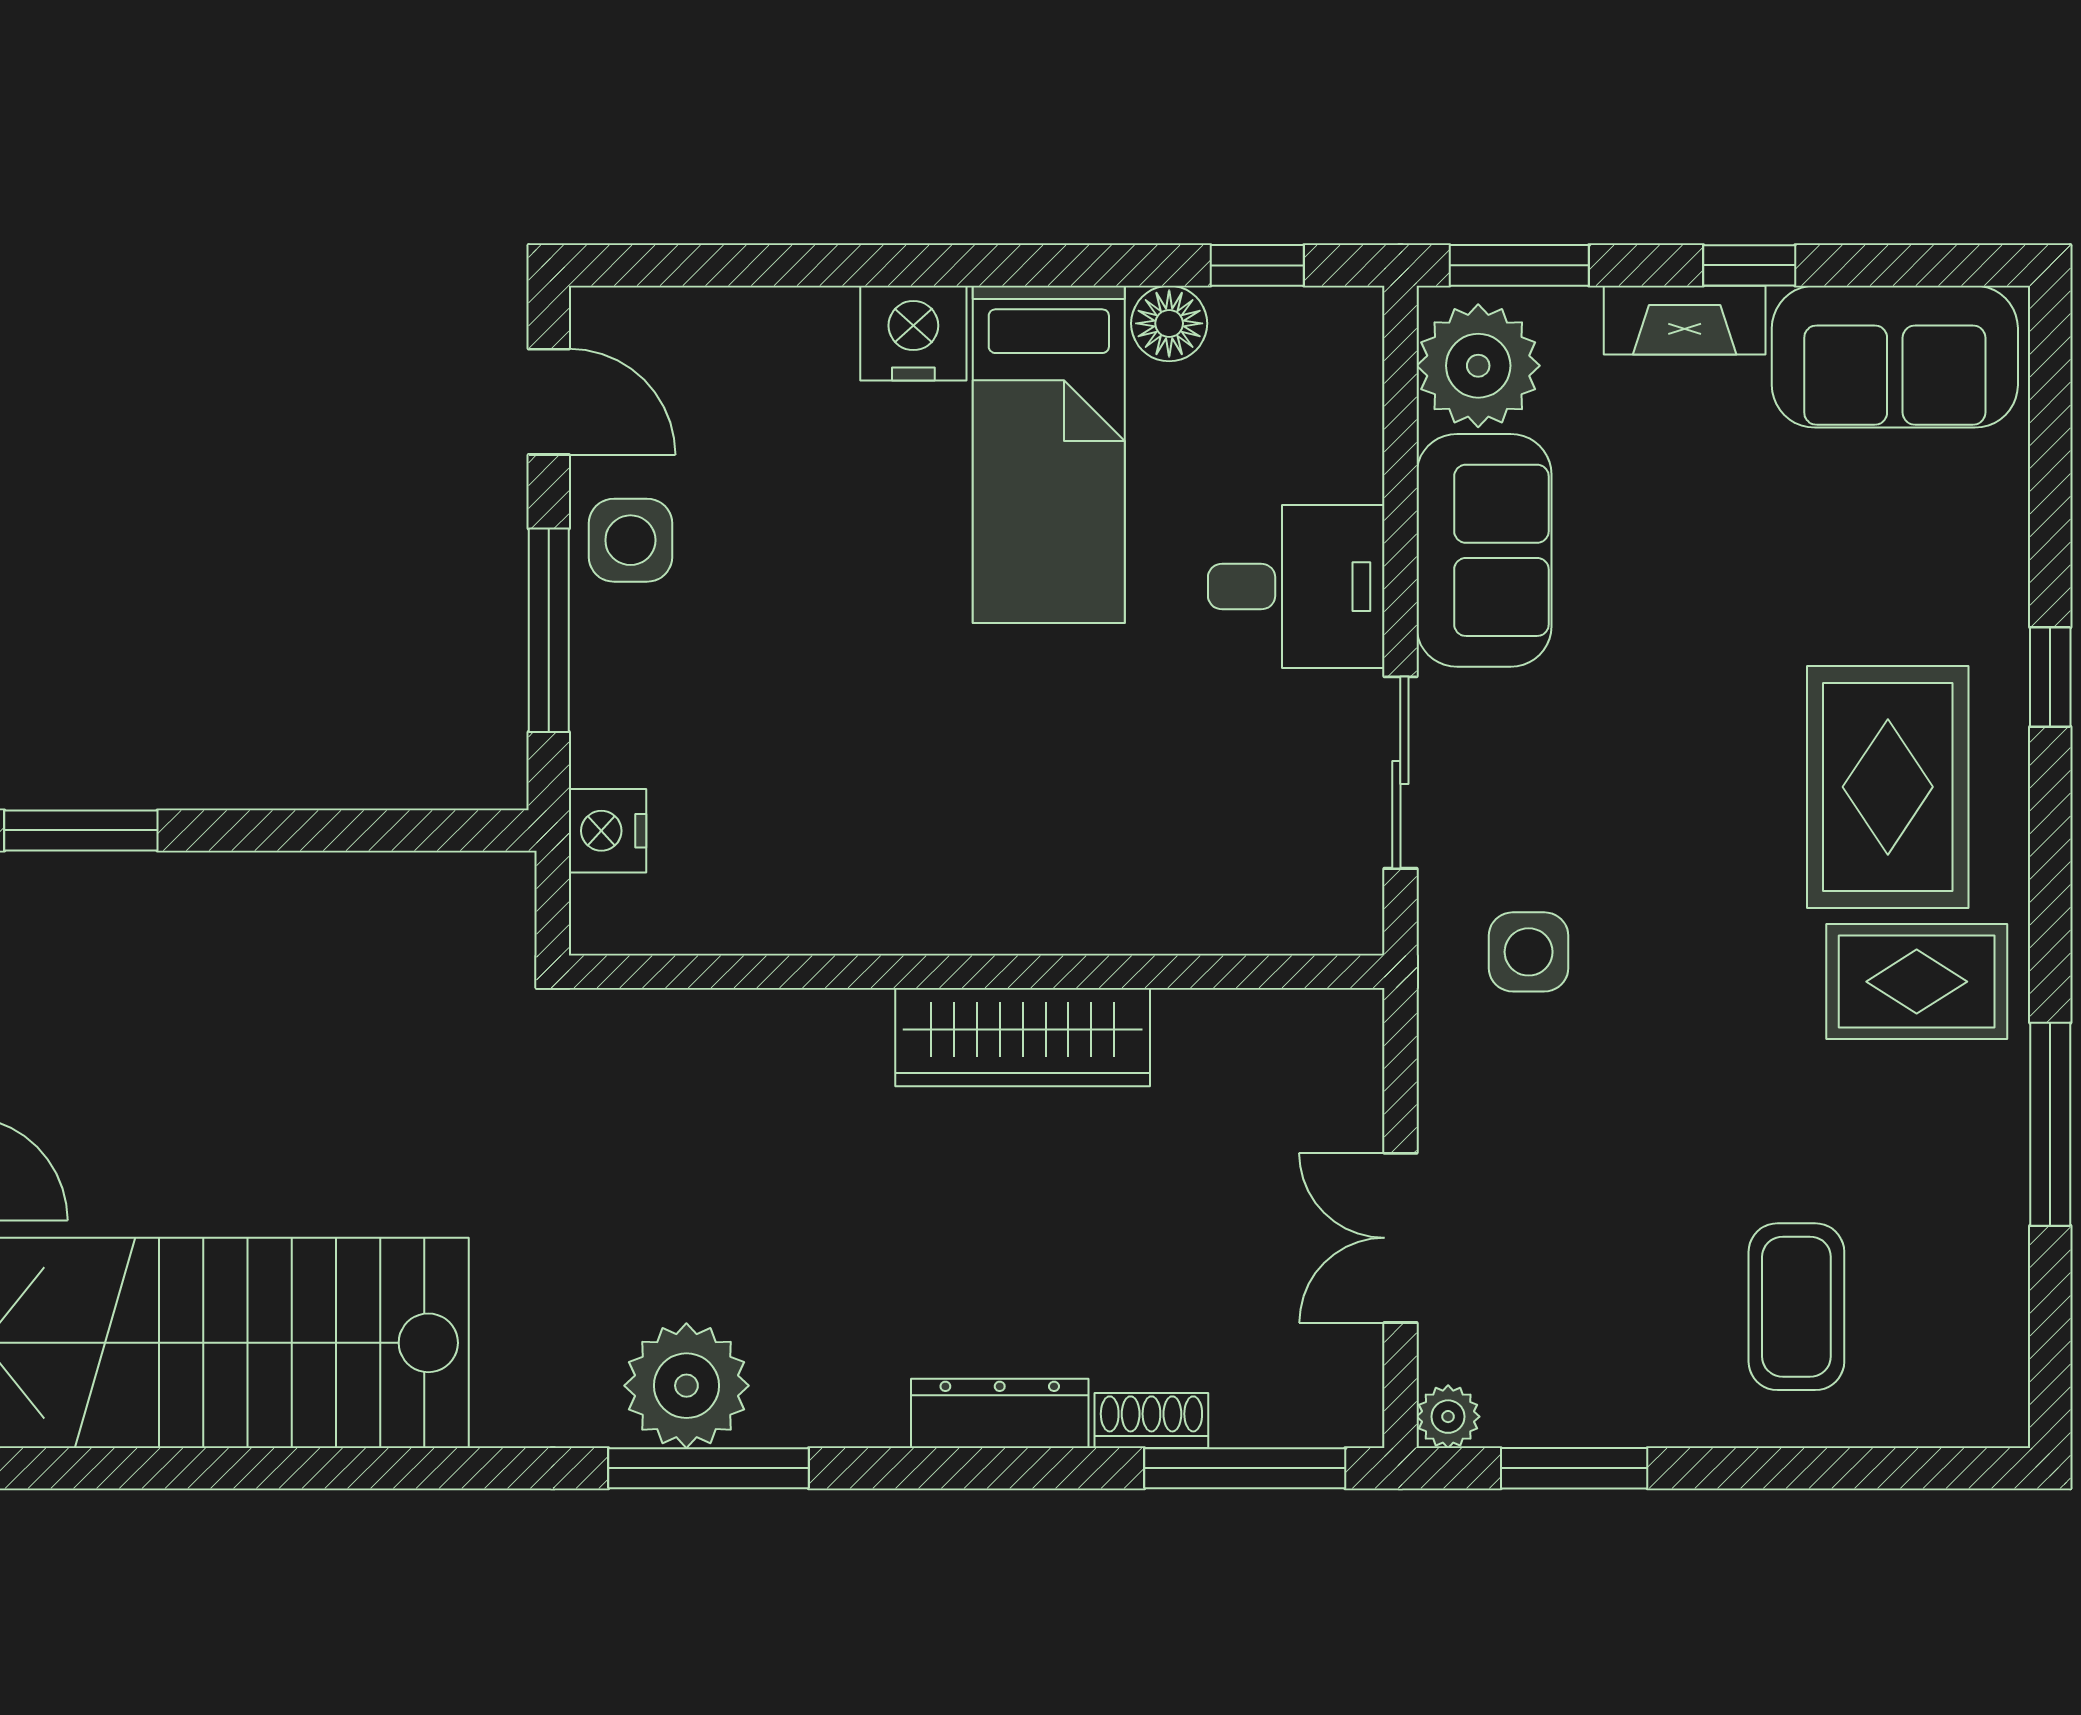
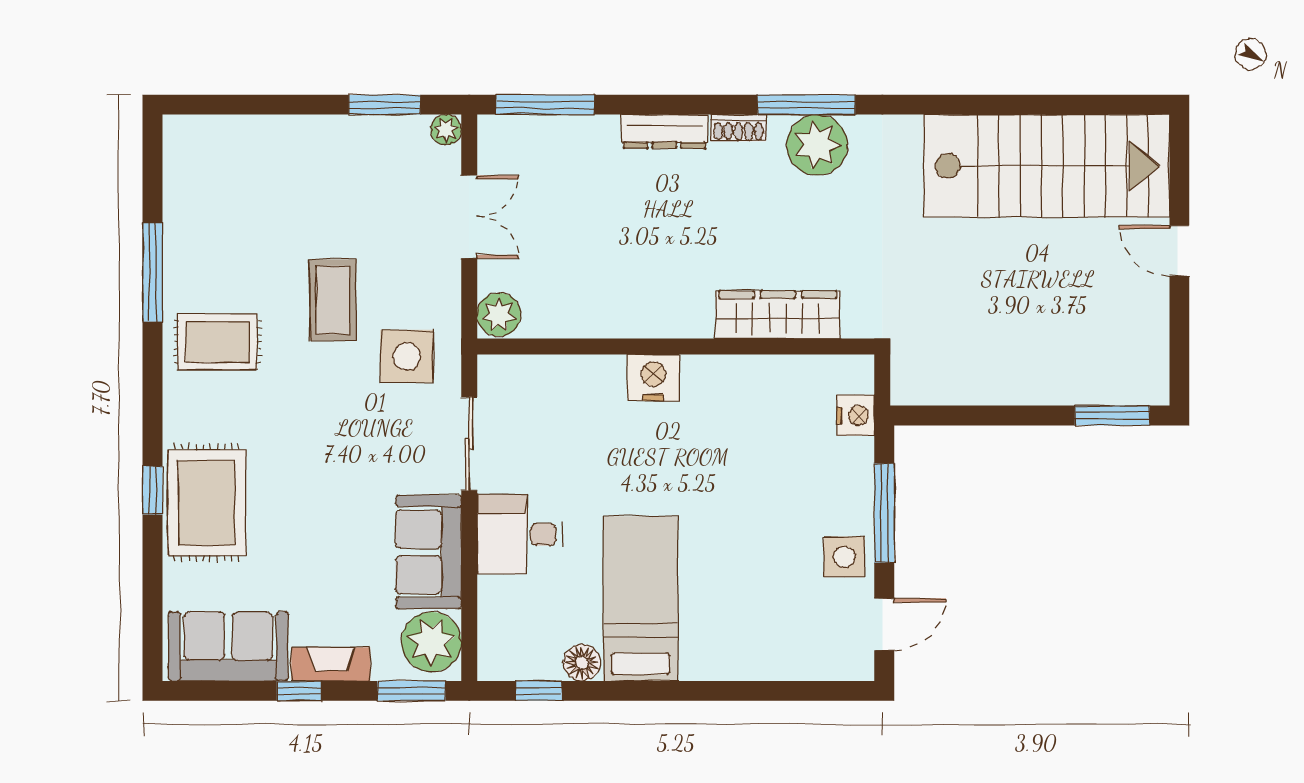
nightstand: (913, 333) -> (653, 378), moved, turned 180
door: (549, 402) -> (884, 624), swing flipped
rug: (1888, 787) -> (207, 503), moved
side table: (1529, 952) -> (407, 356), width x1.37, depth x1.37
wardrobe: (1023, 1037) -> (778, 315), moved
plant: (1339, 1037) -> (499, 315), added
coffee table: (1796, 1307) -> (333, 300), moved
shoe rack: (1151, 1421) -> (738, 128), moved

